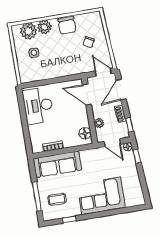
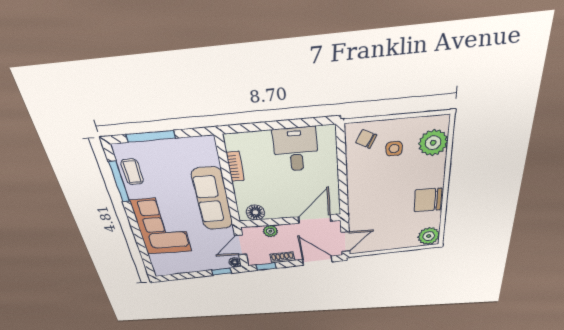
plant: (44, 27) -> (429, 236), moved
chair: (89, 42) -> (366, 139), moved
desk: (38, 106) -> (296, 149), width x0.73
sofa: (57, 164) -> (212, 199), moved
coffee table: (57, 199) -> (132, 172), moved
window: (69, 220) -> (119, 182), width x2.17

